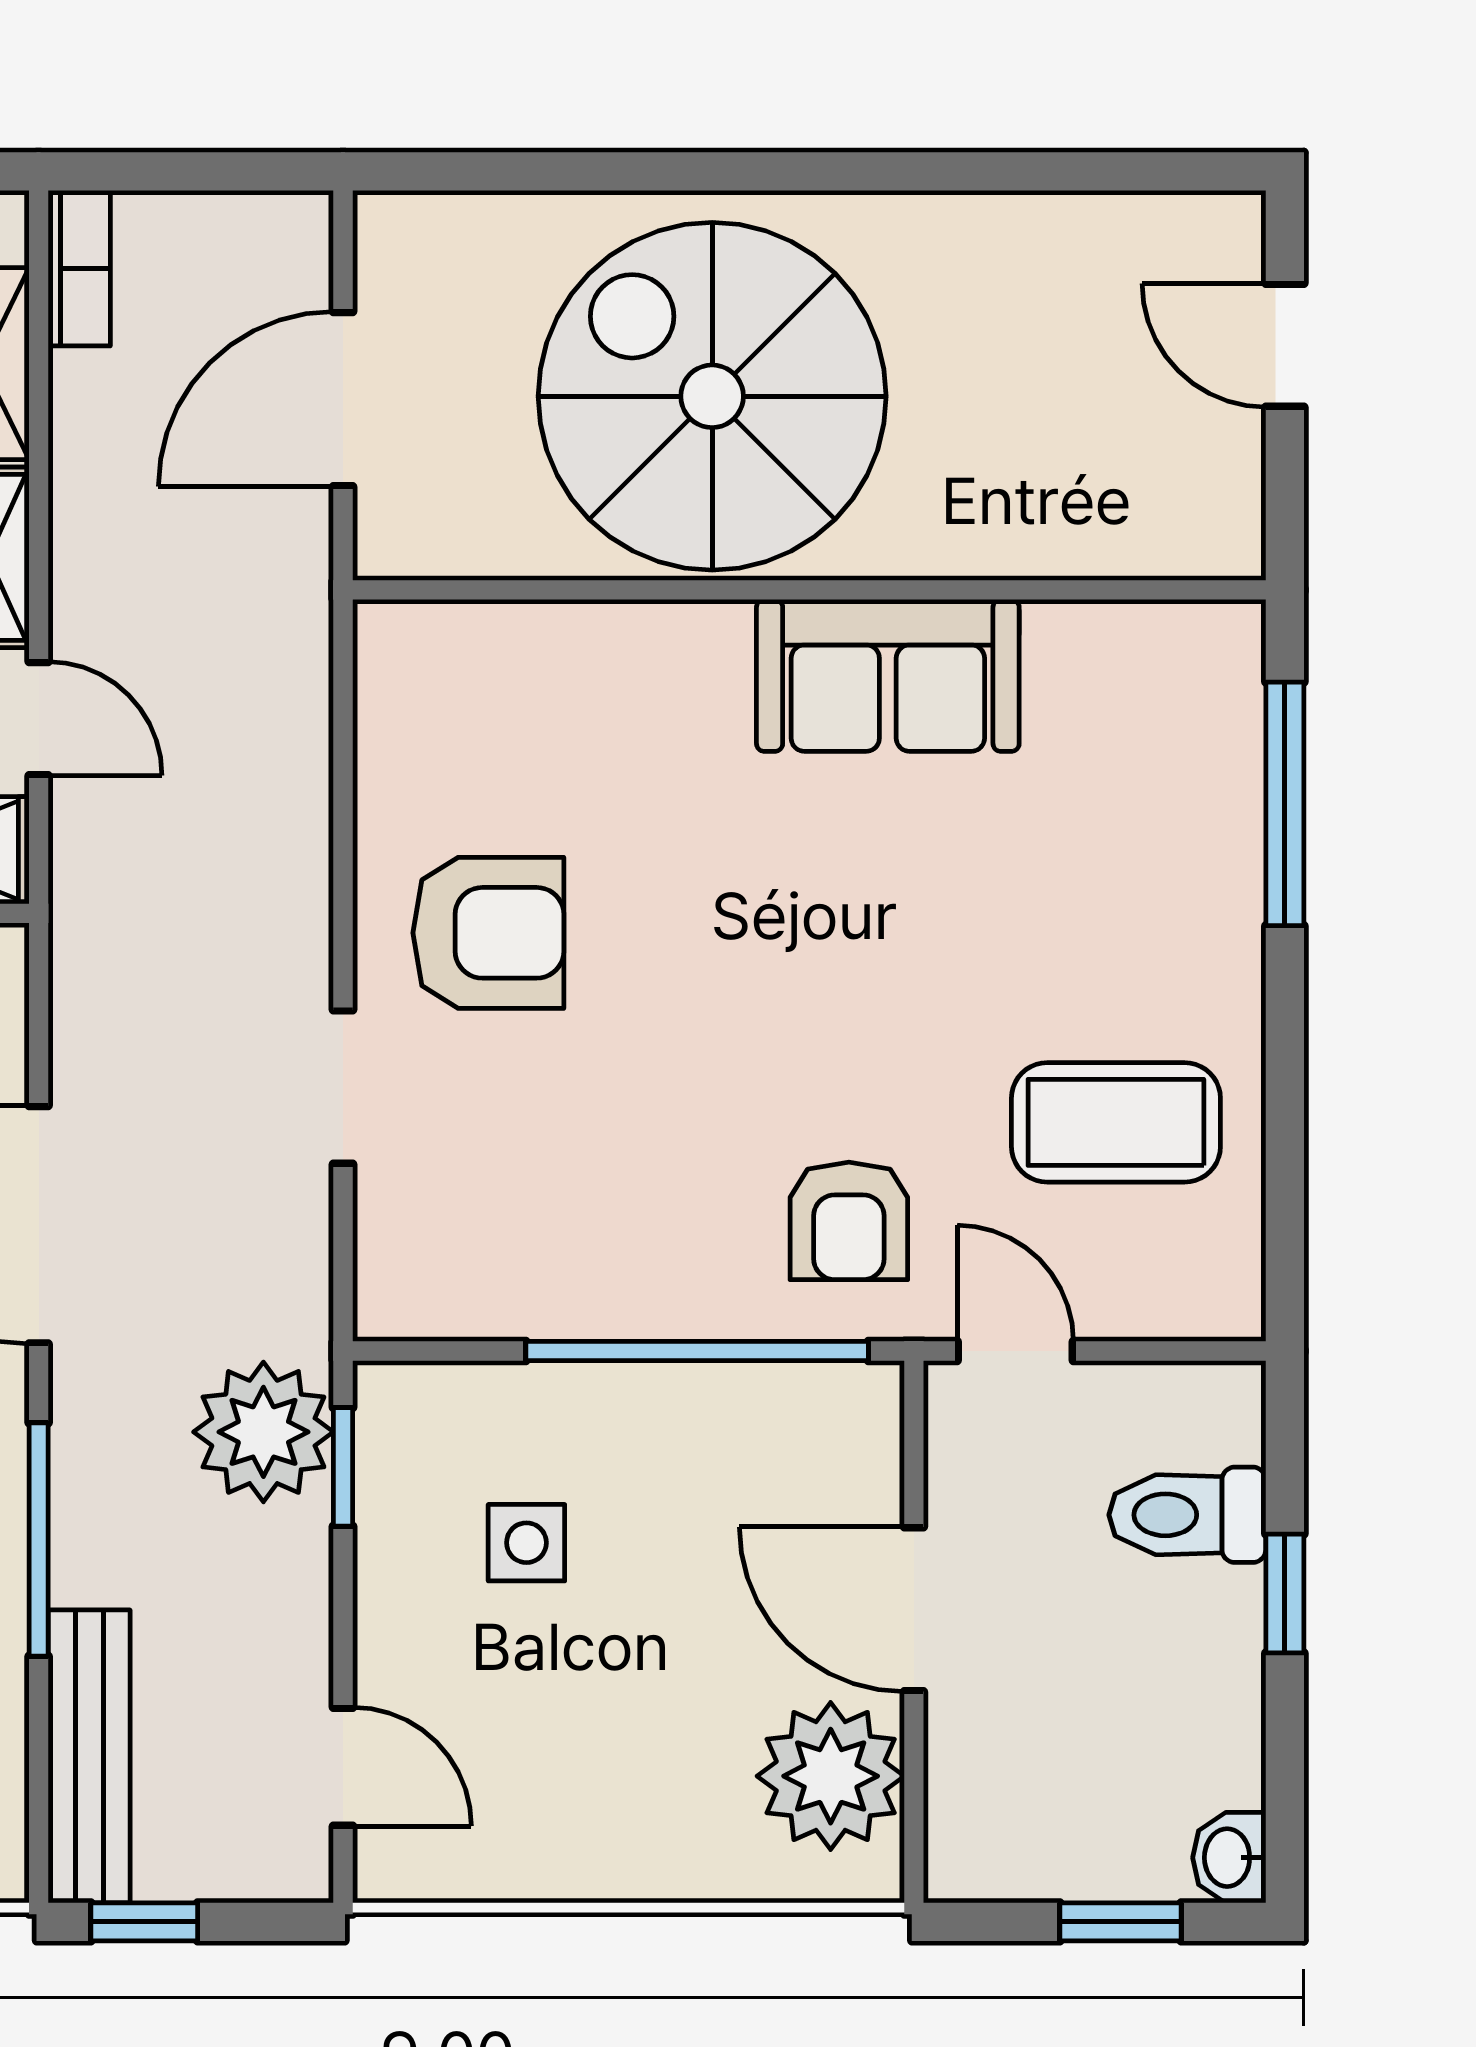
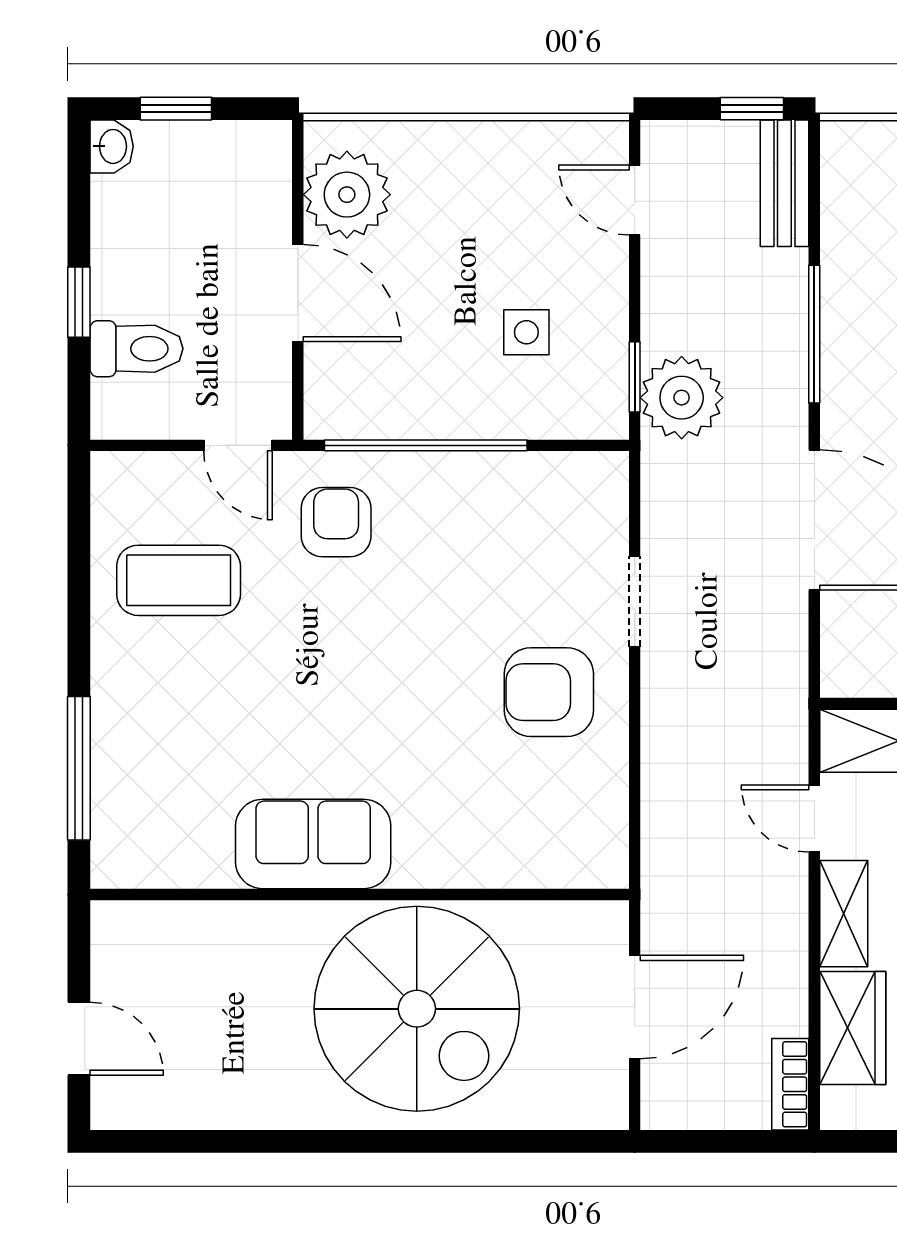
bench: (89, 1756) -> (784, 183), width x0.73

